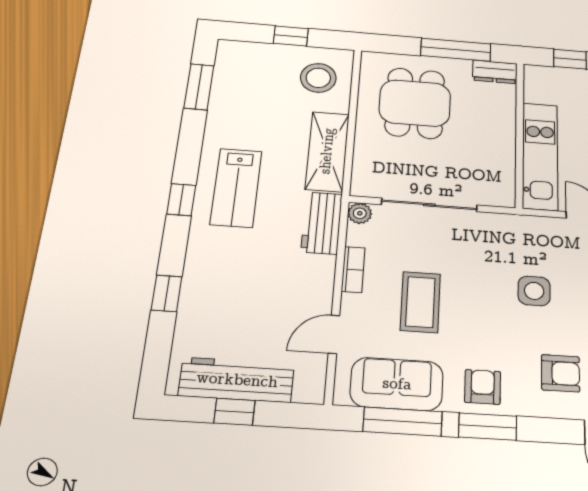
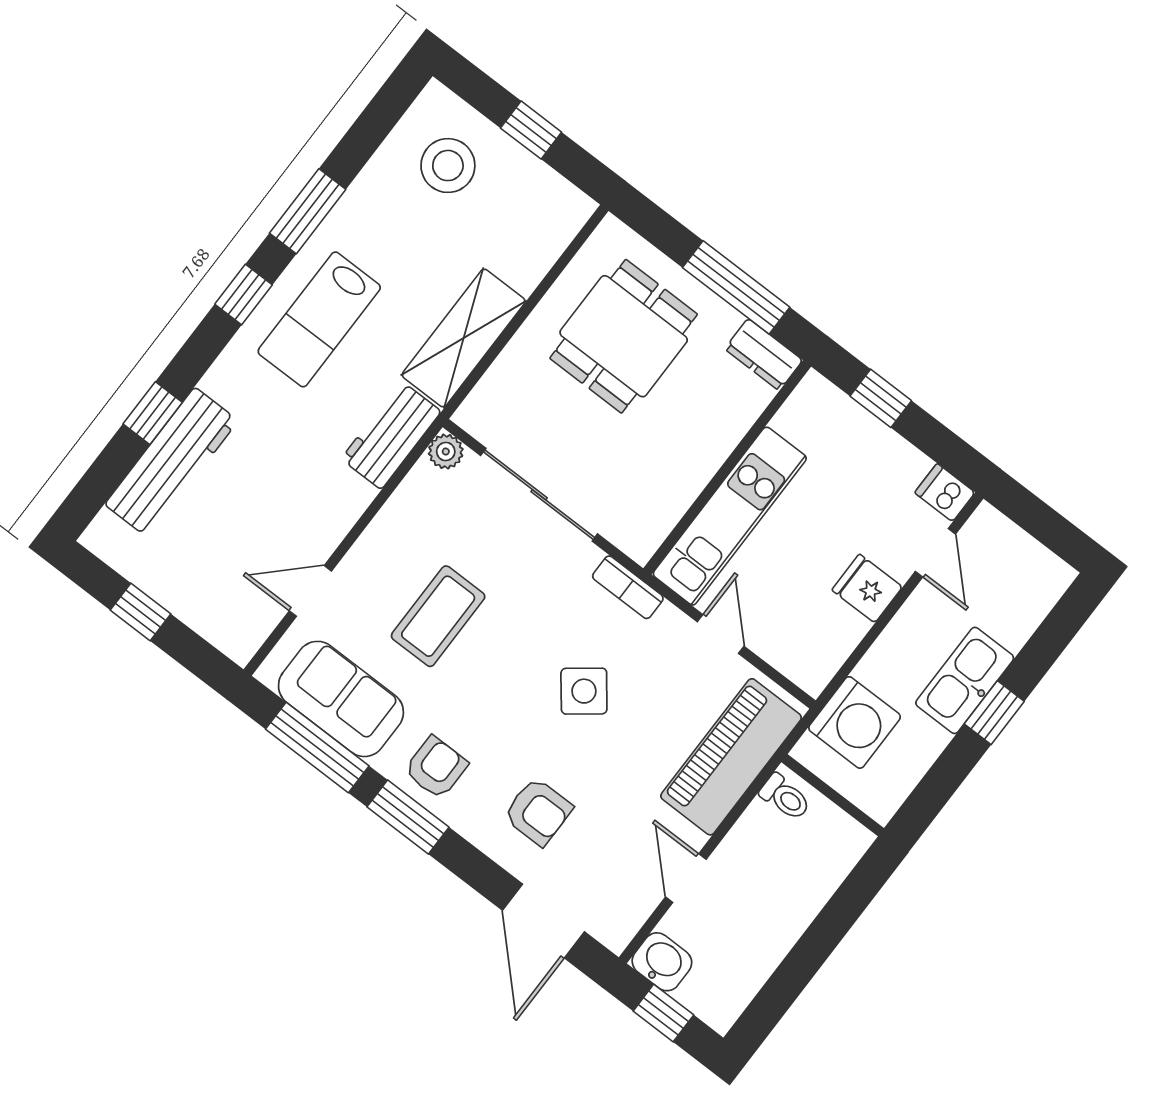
stool: (318, 78) -> (448, 166), moved
window: (199, 87) -> (308, 211), moved
bookcase: (353, 270) -> (628, 587), moved, turned 90
side table: (534, 291) -> (584, 691), turned -38
workbench: (237, 380) -> (171, 462), moved, turned 90

